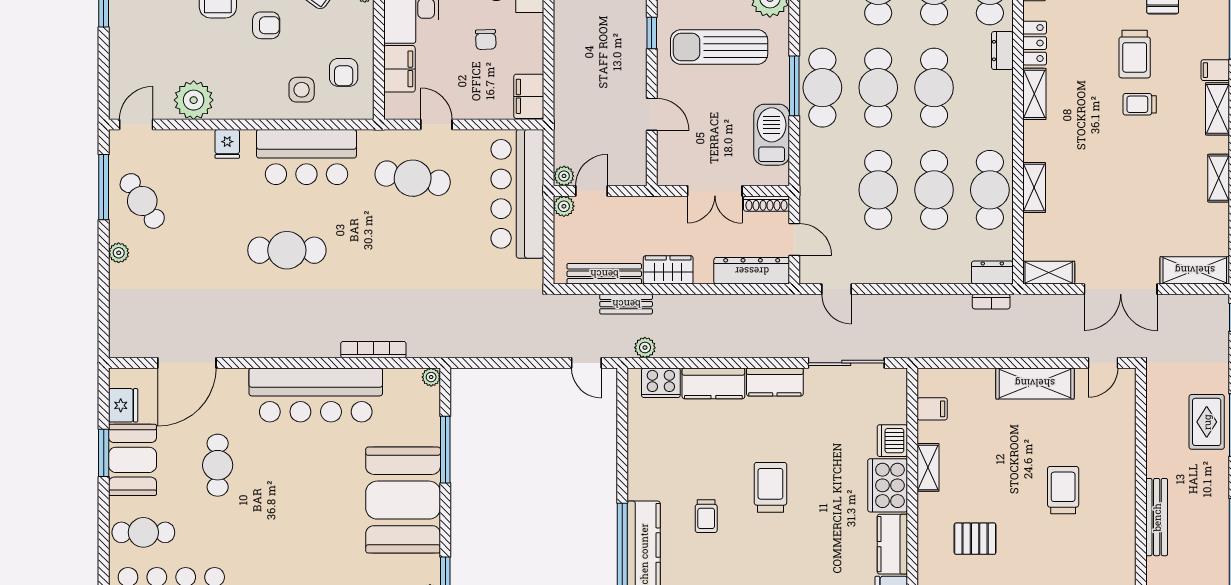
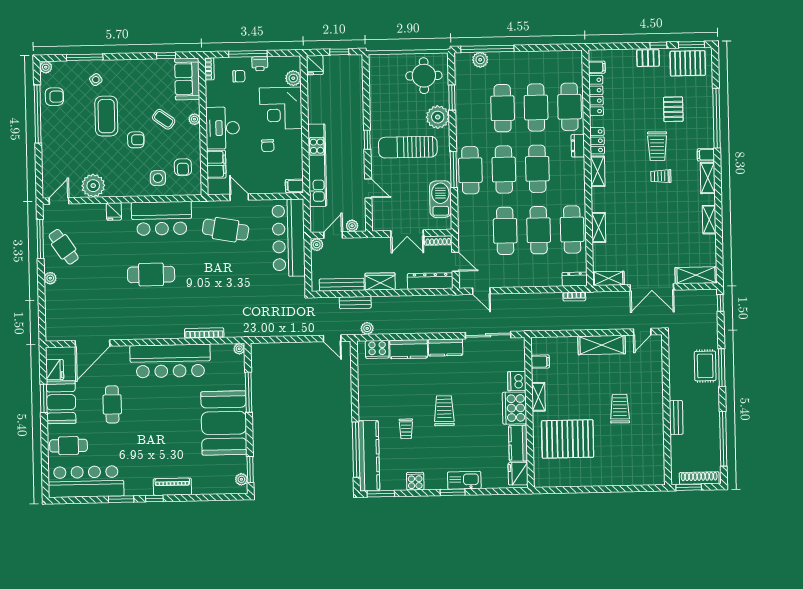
kitchen unit: (568, 74) -> (317, 165), added
filing cabinet: (529, 96) -> (294, 186), width x0.50
plant: (564, 176) -> (352, 226), moved
bench: (1157, 517) -> (676, 417), width x0.73
pallet: (975, 539) -> (568, 439), width x2.05, depth x2.00

